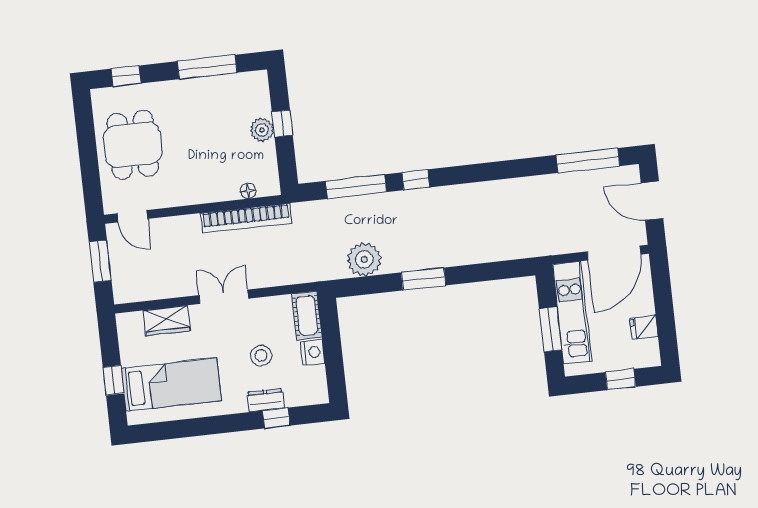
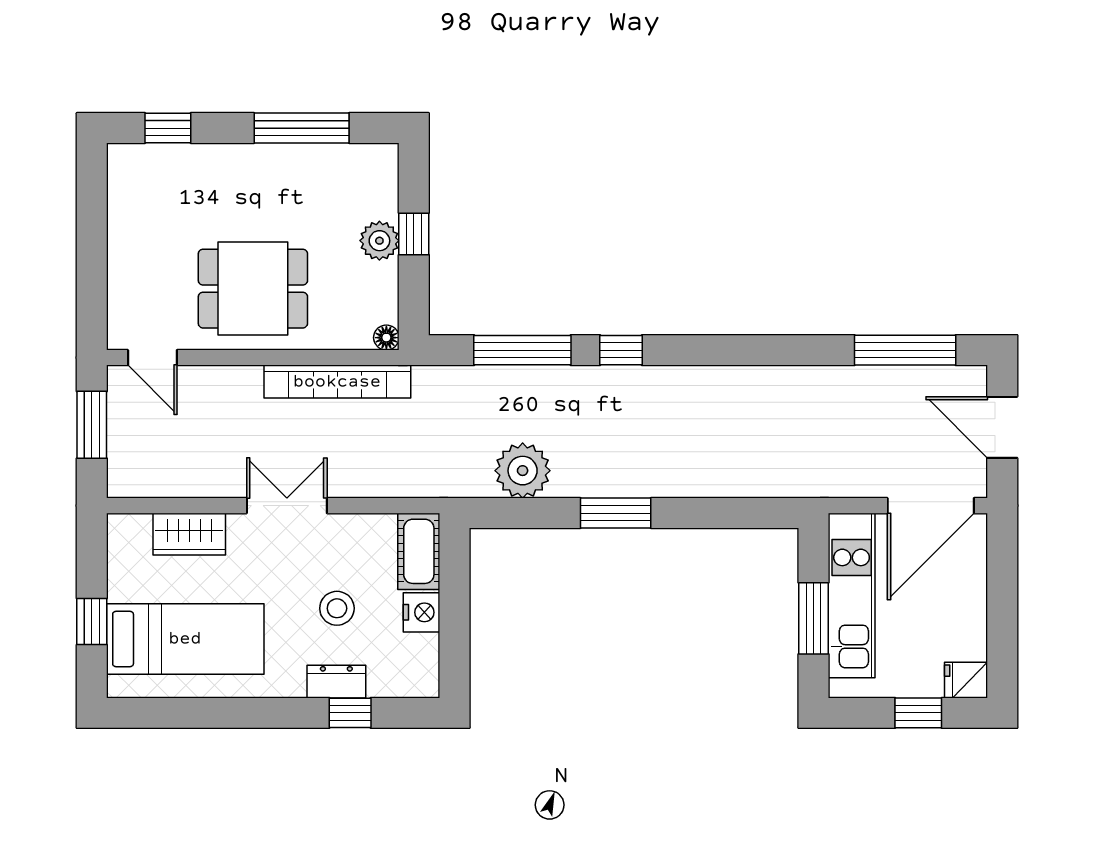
dining table: (133, 145) -> (253, 289), moved, turned 90
floor lamp: (248, 191) -> (386, 338), moved
fridge: (644, 327) -> (966, 680), moved

